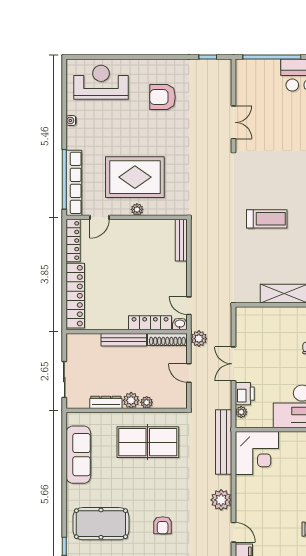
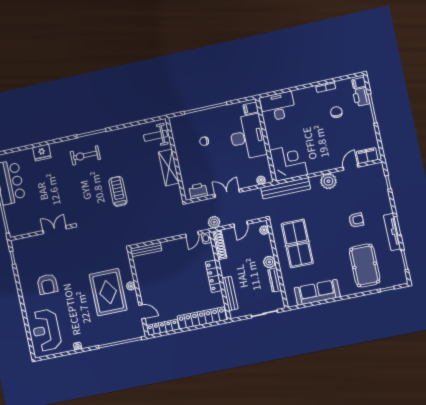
row of seats: (74, 183) -> (121, 335), removed
locker: (150, 323) -> (214, 276), moved
bench: (124, 340) -> (230, 293), moved
double door: (234, 364) -> (227, 193), swing flipped
printer: (245, 394) -> (198, 191), moved
plant: (147, 402) -> (264, 230), moved

